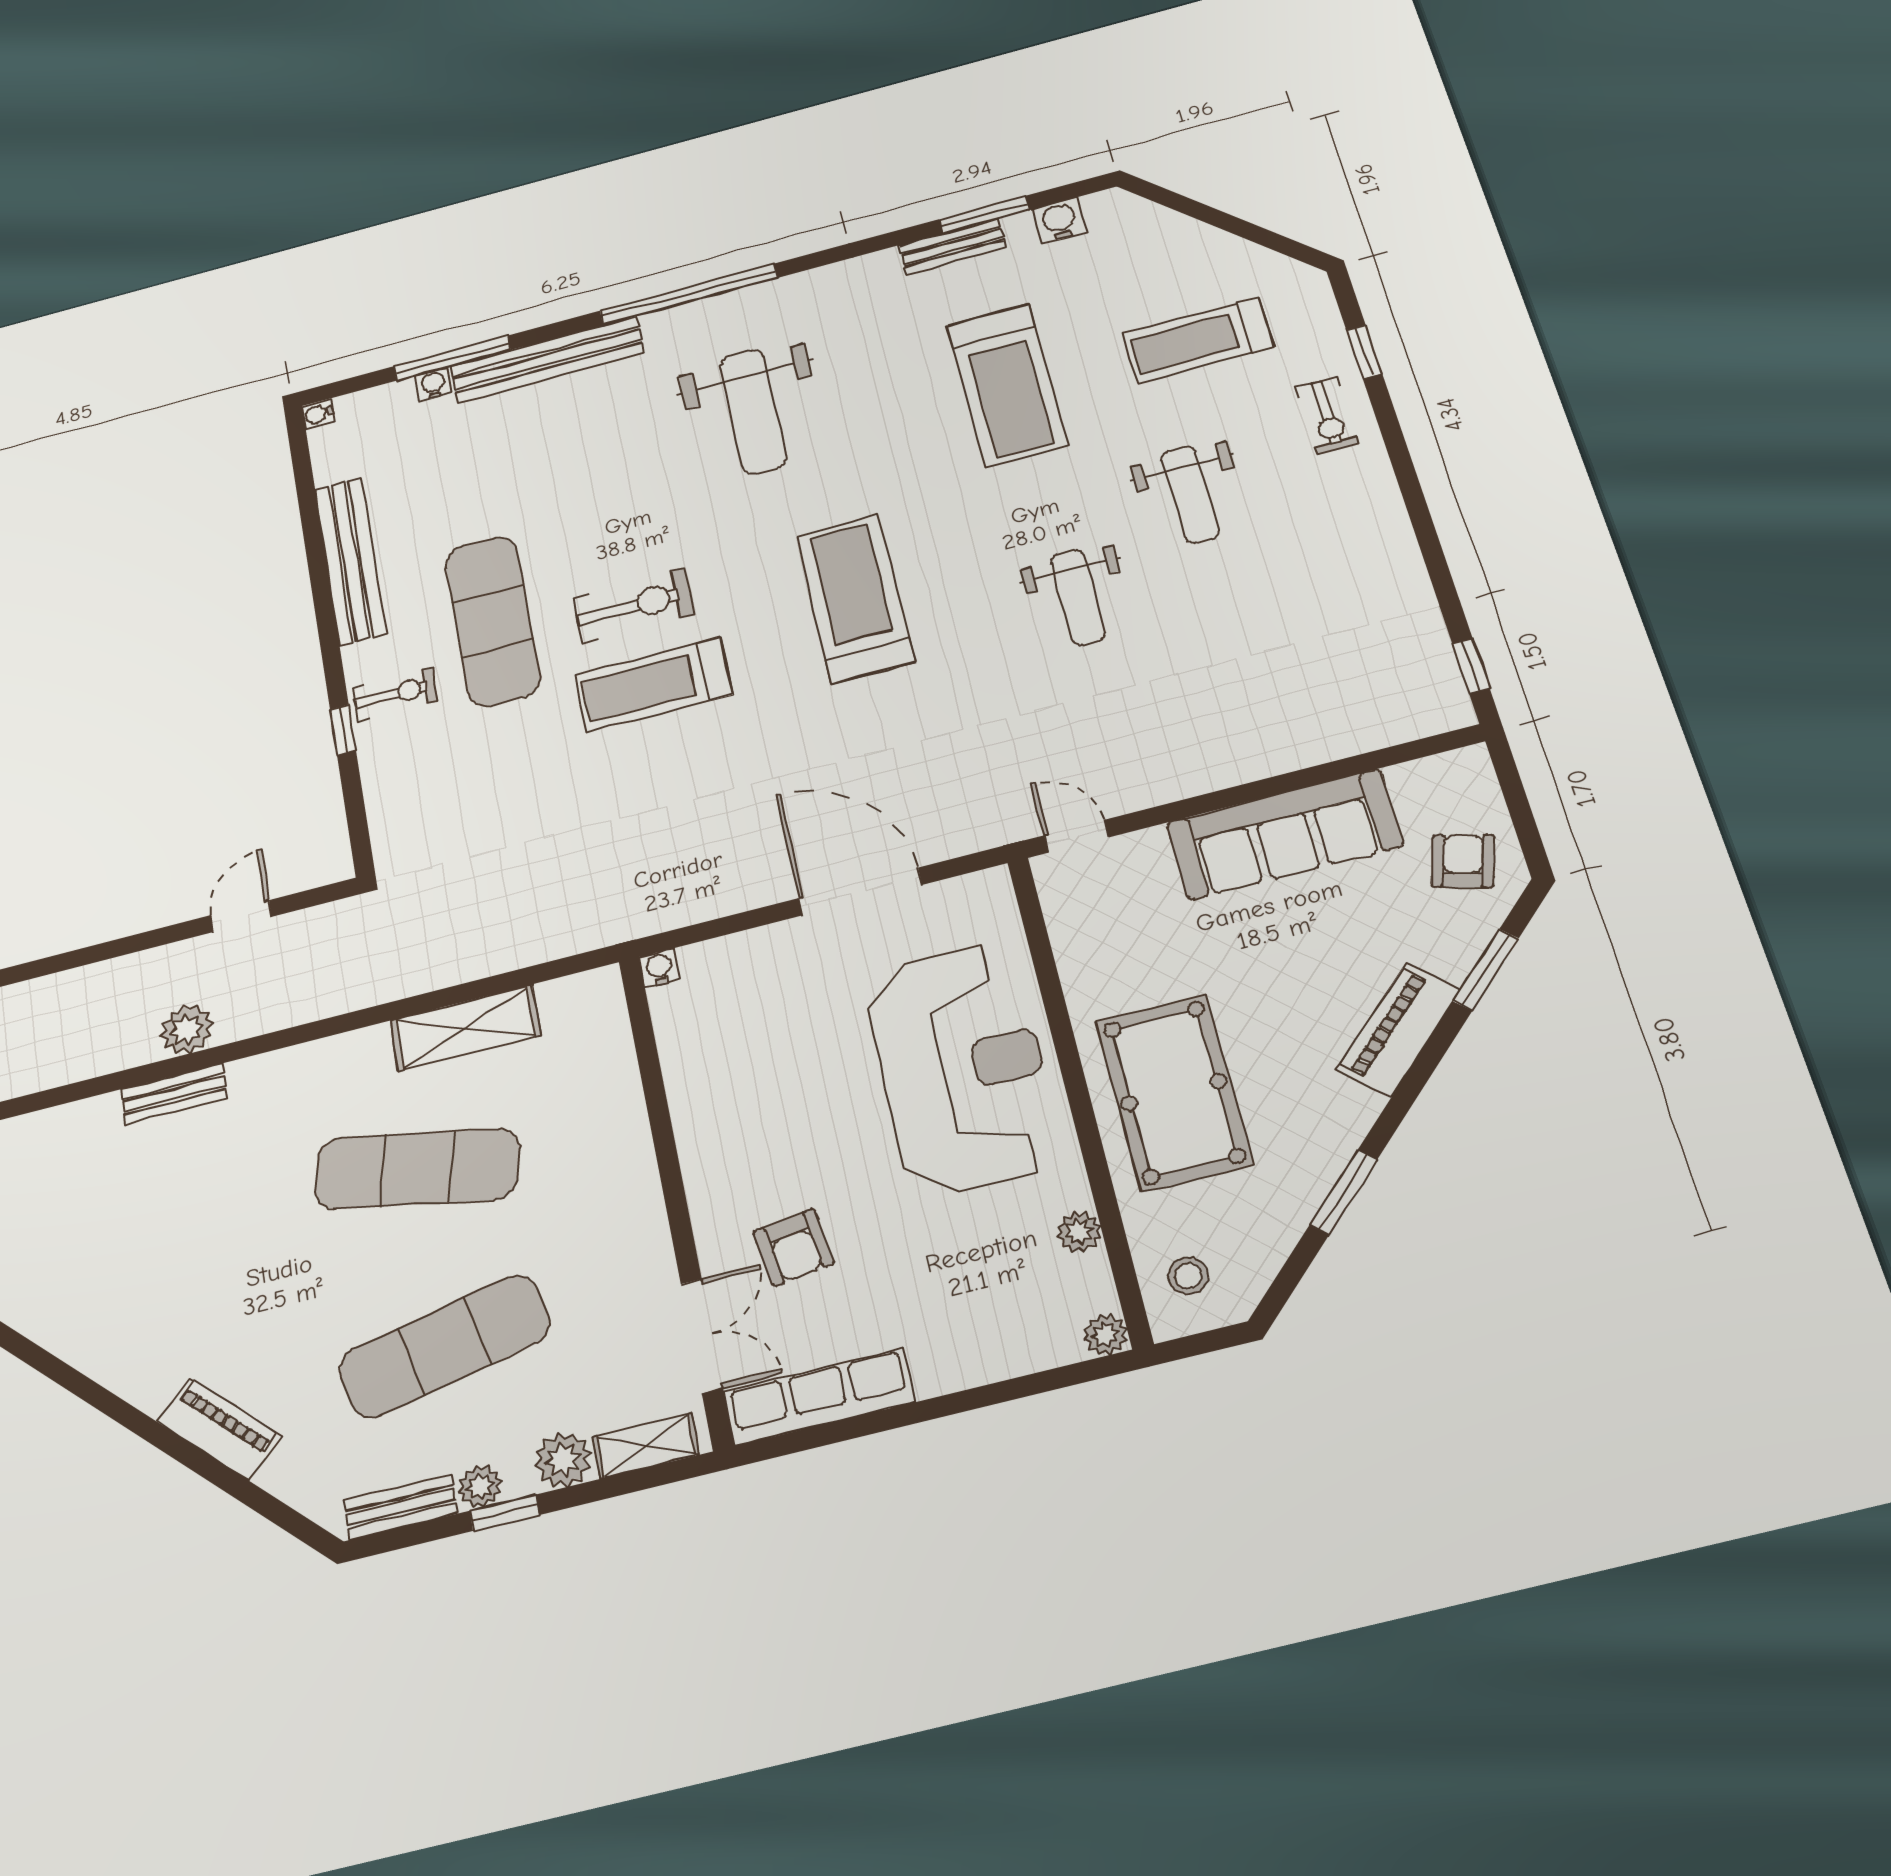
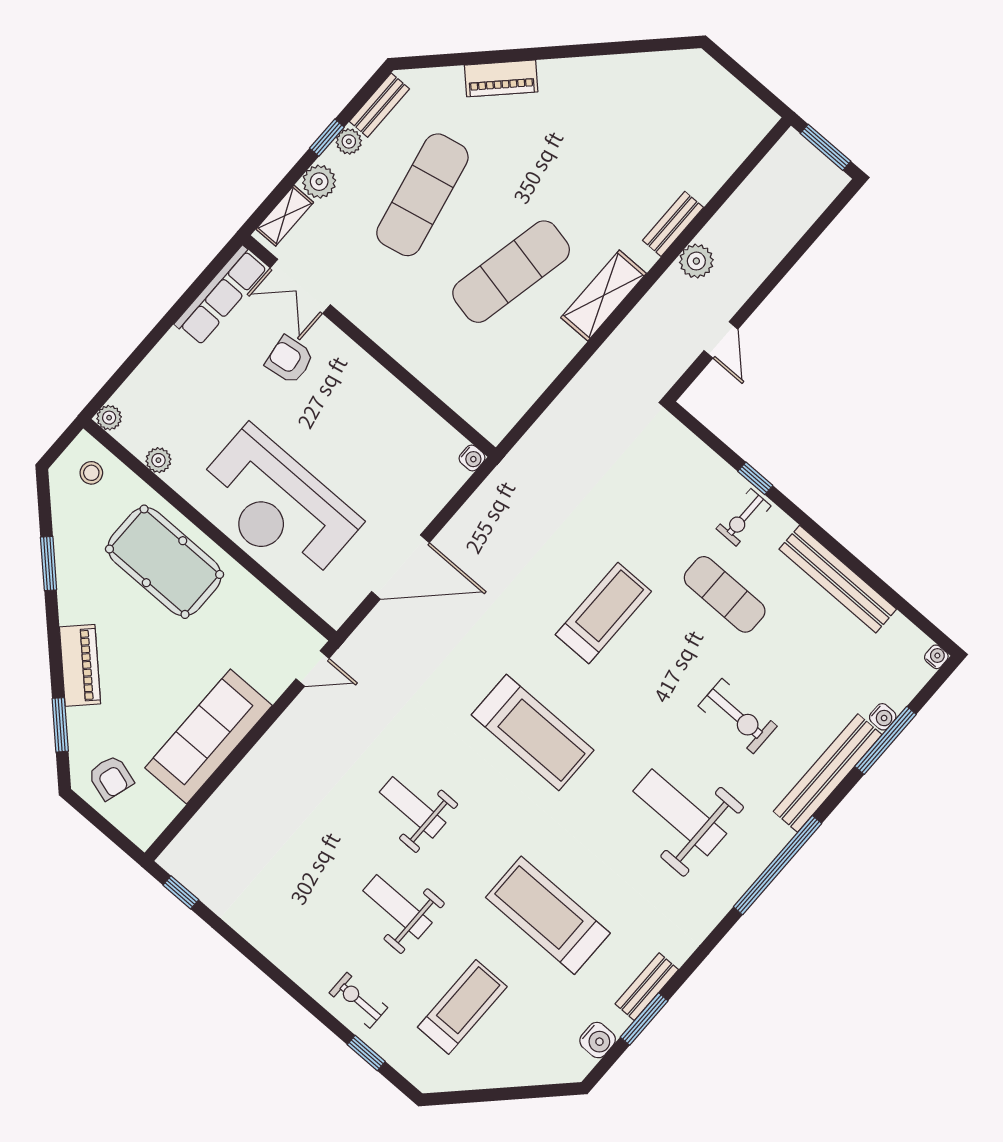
exercise bike: (634, 606) -> (738, 716), moved, turned -90
exercise mat: (493, 621) -> (725, 594), width x0.73, depth x0.69
shelving: (465, 1028) -> (604, 296), moved

